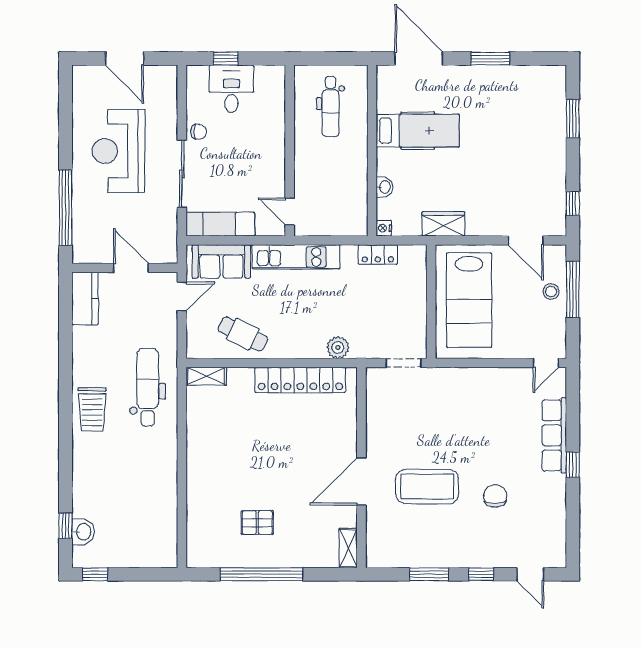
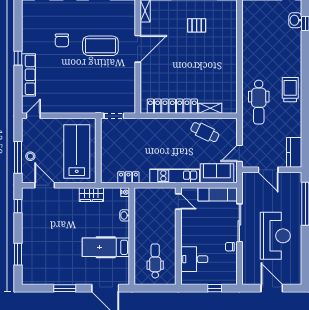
desk: (231, 89) -> (194, 259), moved, turned 90
plant: (338, 348) -> (151, 125), removed
shelving: (206, 376) -> (210, 108), moved

